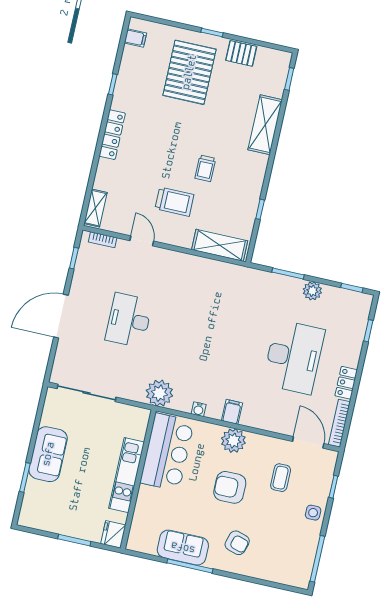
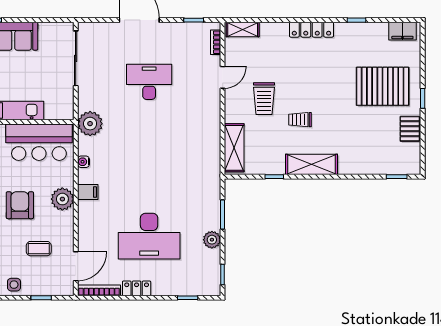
filing cabinet: (135, 38) -> (402, 31), width x2.00
shelving: (265, 125) -> (312, 164), moved

